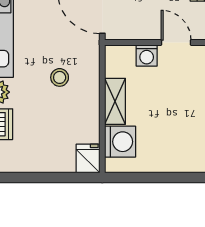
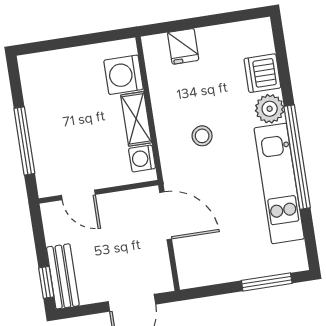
washing machine: (147, 55) -> (142, 158), moved, turned -90
fridge: (88, 158) -> (183, 46), moved

